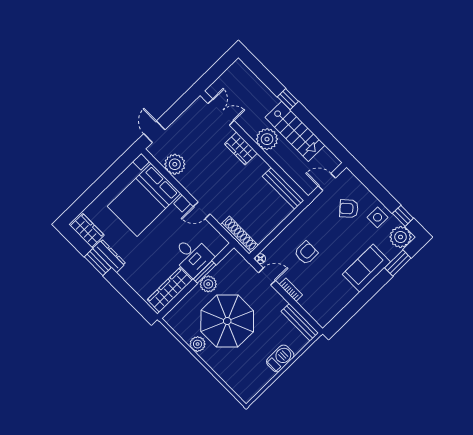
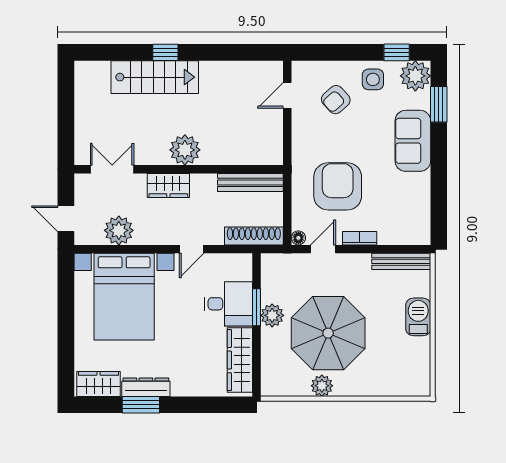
double door: (221, 112) -> (112, 169), moved
stairs: (295, 131) -> (155, 77), moved
plant: (267, 139) -> (185, 150), moved
wall: (254, 146) -> (179, 169), moved
wardrobe: (241, 149) -> (168, 185), moved
bench: (283, 188) -> (250, 182), moved
armchair: (306, 253) -> (338, 186), width x1.88, depth x1.88

